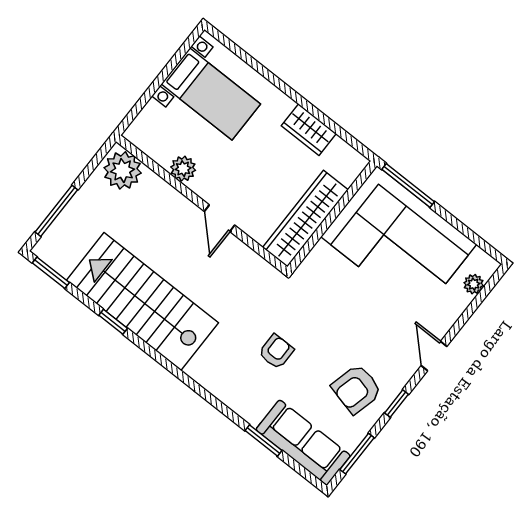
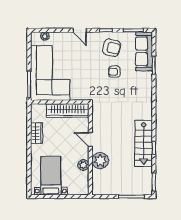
plant: (123, 170) -> (100, 161), moved
door: (220, 218) -> (90, 140), swing flipped
stairs: (142, 302) -> (144, 143), width x0.73, depth x0.66
armchair: (276, 352) -> (114, 72), moved
door: (434, 356) -> (80, 30), hinge flipped

